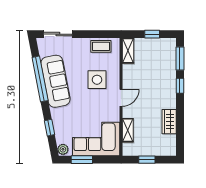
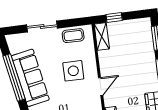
sliding door: (58, 34) -> (42, 26), moved
window: (152, 34) -> (114, 18), moved

